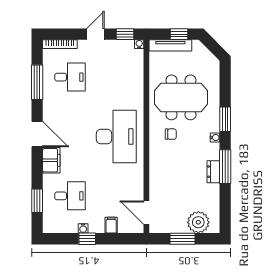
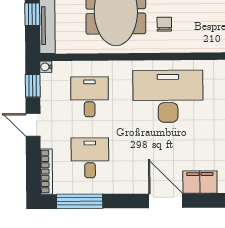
desk: (116, 77) -> (90, 97), added
window: (37, 82) -> (80, 201), moved
door: (37, 134) -> (166, 201), hinge flipped

